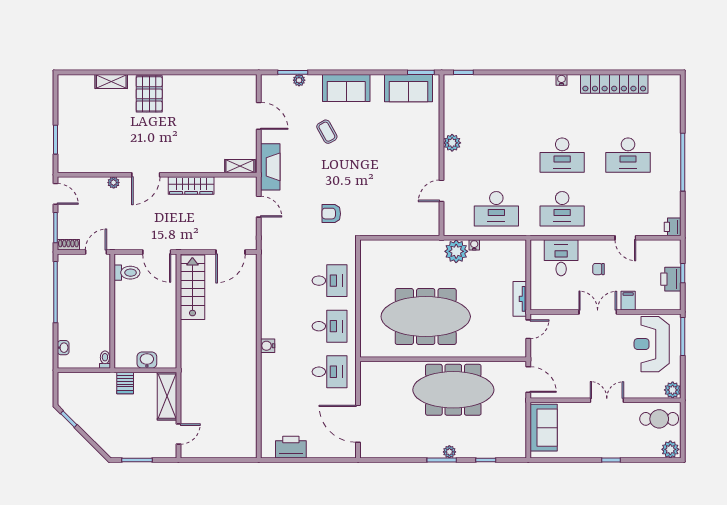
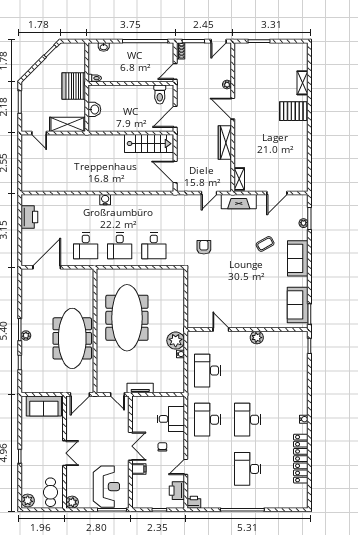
door: (96, 252) -> (175, 71), swing flipped
printer: (671, 279) -> (177, 491), moved, turned -90
reception desk: (652, 344) -> (106, 487), turned 90
server rack: (125, 383) -> (74, 86), width x2.18, depth x1.44

